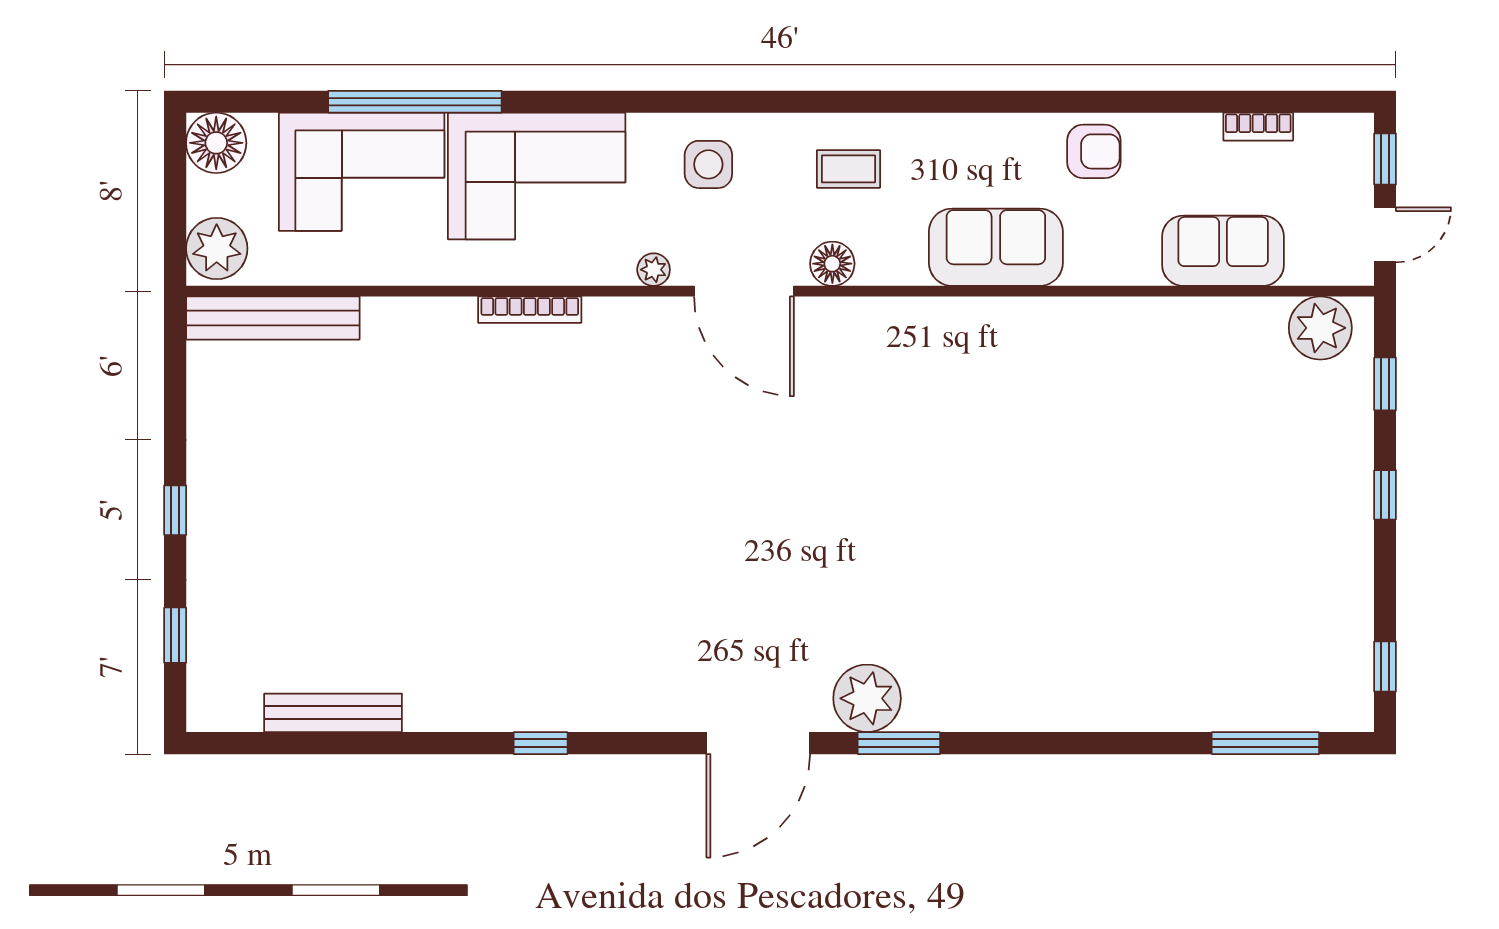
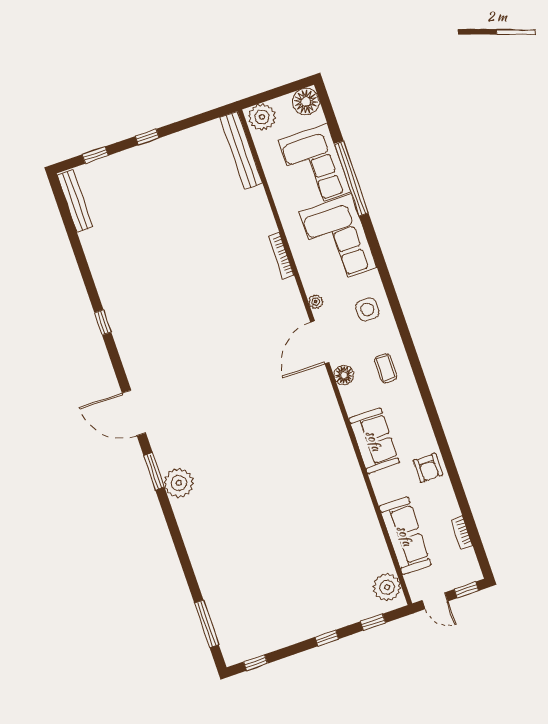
sofa: (1223, 251) -> (405, 536), width x1.36
plant: (867, 698) -> (179, 483), moved
bench: (333, 713) -> (75, 201), moved

